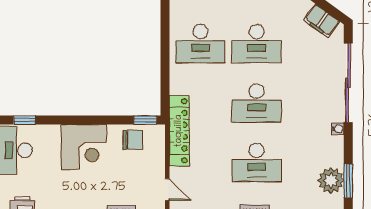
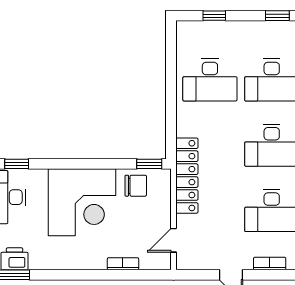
corner desk: (84, 147) -> (82, 202), width x1.36, depth x1.36
door: (167, 190) -> (174, 240), swing flipped

